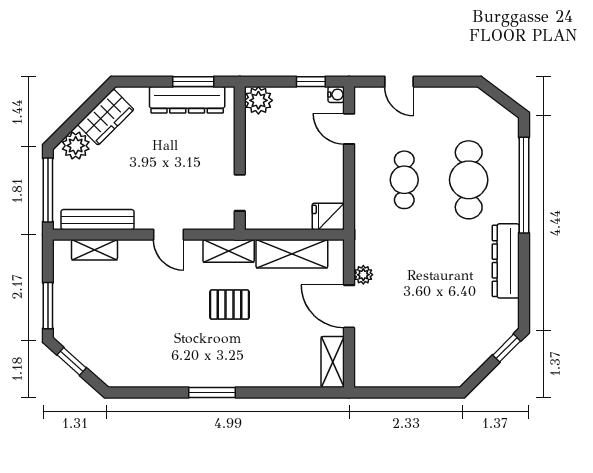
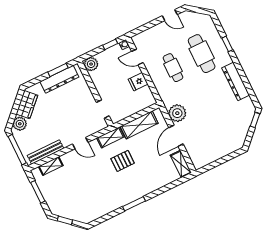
door: (399, 82) -> (170, 15), moved
window: (524, 185) -> (227, 44), width x0.32
fridge: (328, 216) -> (138, 82), moved
plant: (363, 275) -> (177, 113), width x1.87, depth x1.87
window: (48, 306) -> (38, 192), moved
door: (349, 306) -> (176, 136), hinge flipped

